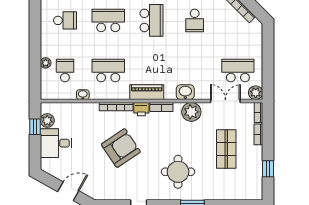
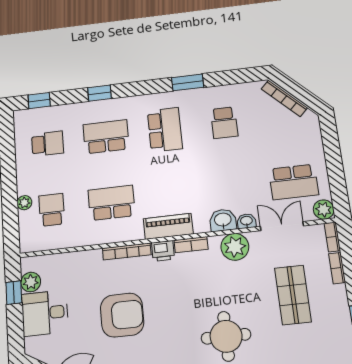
school desk: (238, 70) -> (294, 182), turned 180
washbasin: (83, 95) -> (246, 221), moved
armchair: (121, 148) -> (122, 315), moved, turned 34

